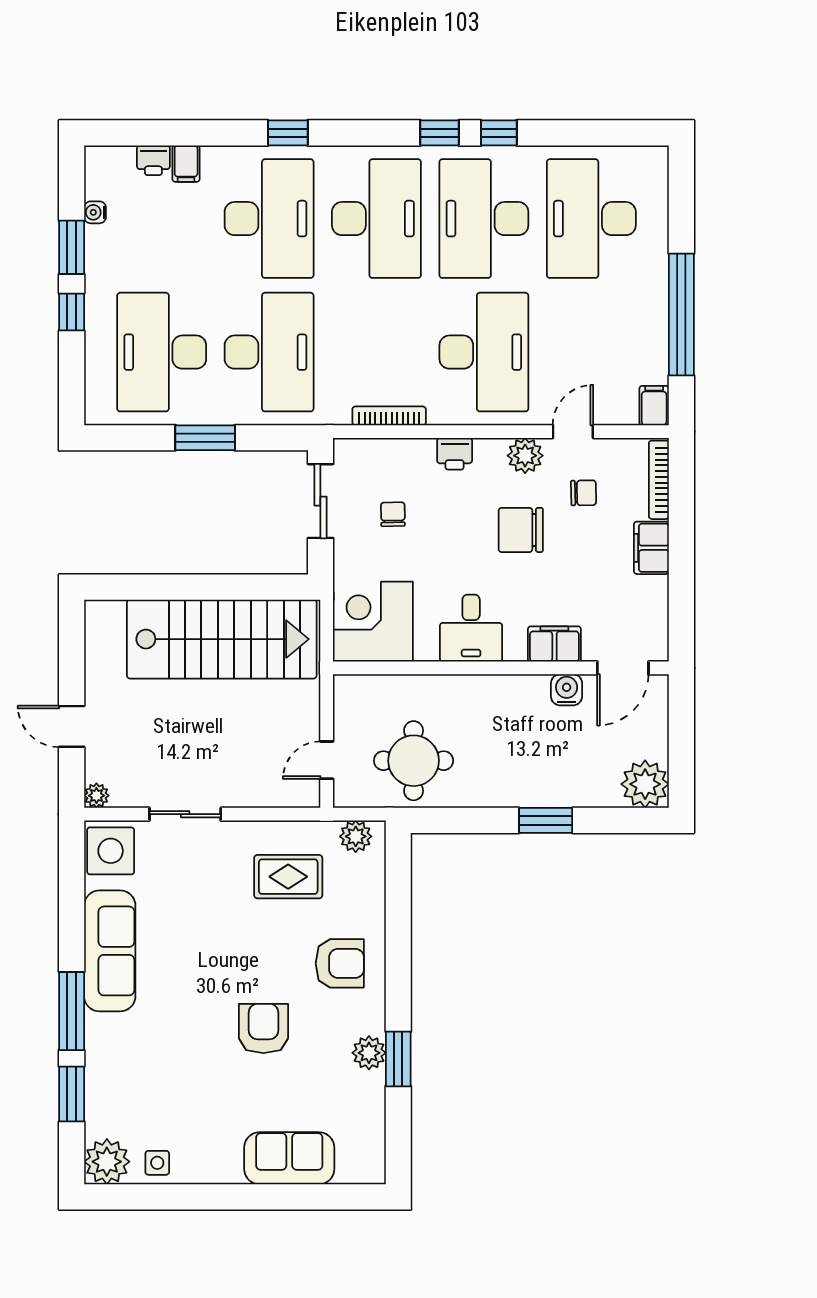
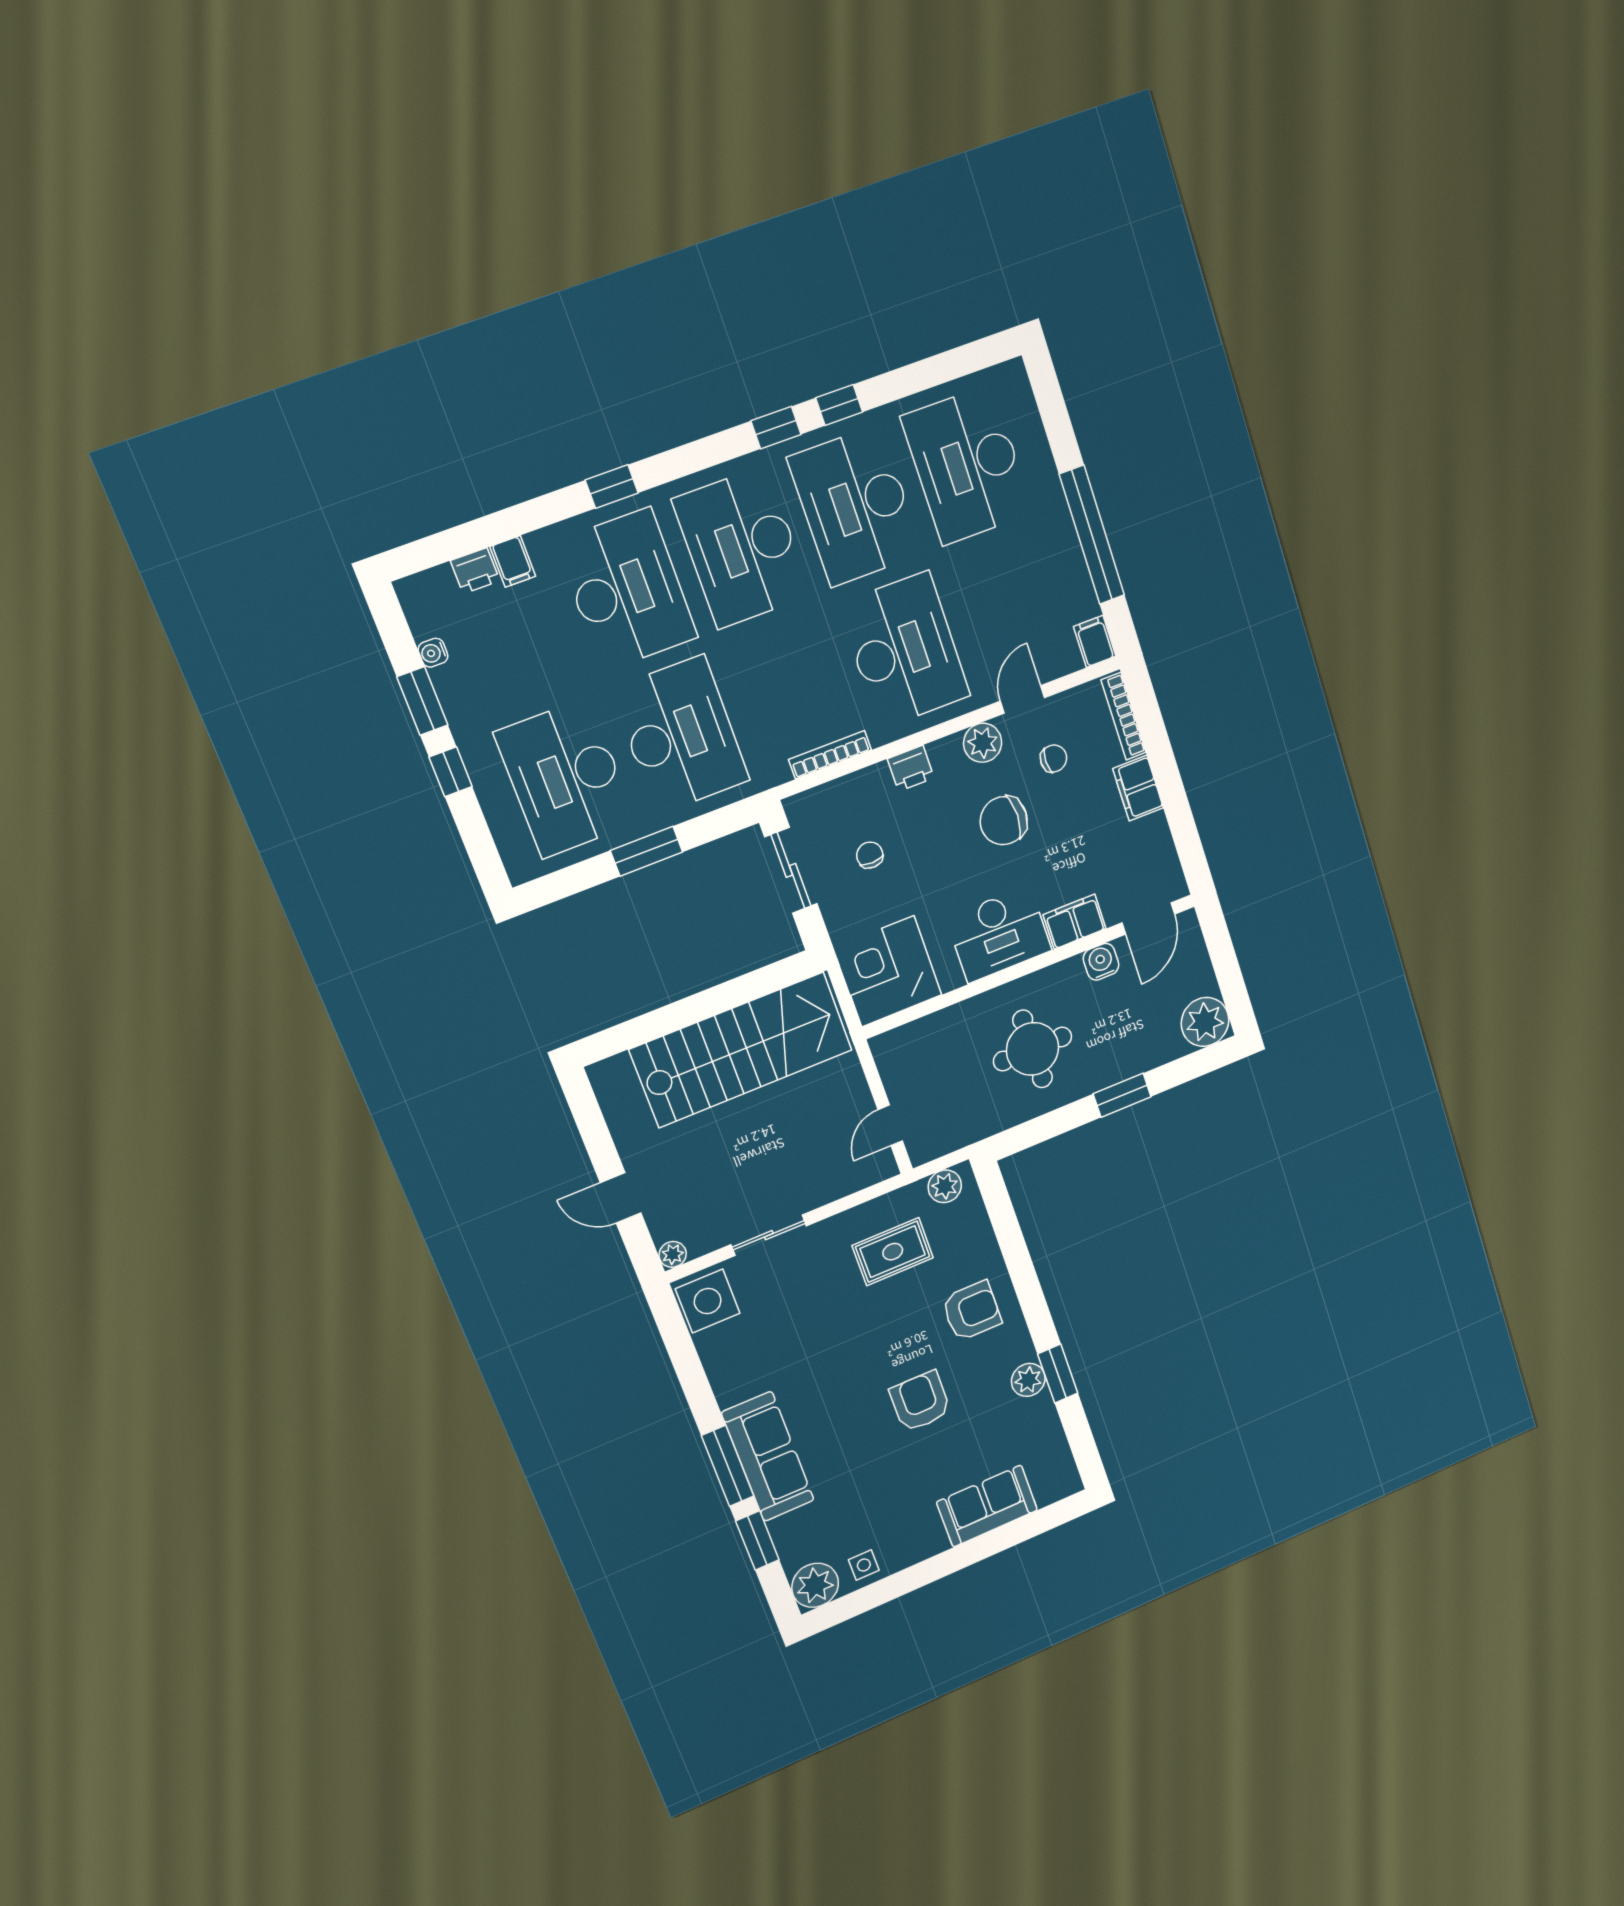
desk: (376, 219) -> (742, 548), turned 180
desk: (471, 628) -> (999, 934), width x1.37
round table: (414, 761) -> (1033, 1049), moved
sofa: (110, 951) -> (768, 1457), moved

